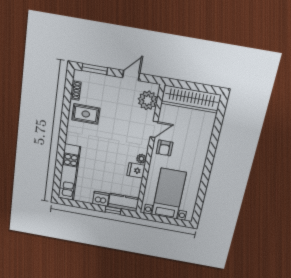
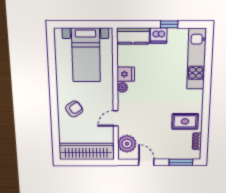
door: (131, 76) -> (146, 162), swing flipped
armchair: (165, 148) -> (74, 109), moved, turned 56
window: (113, 210) -> (169, 24), moved

